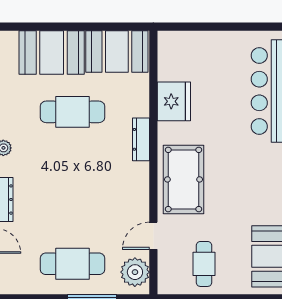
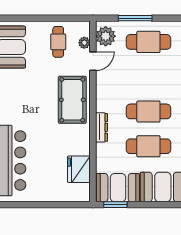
window: (121, 27) -> (115, 205), added
fridge: (174, 101) -> (79, 169), moved
cafe table: (72, 162) -> (148, 111), added
plant: (166, 263) -> (84, 43), added

